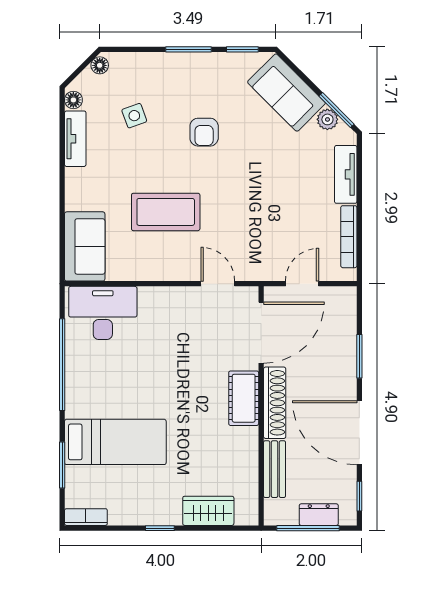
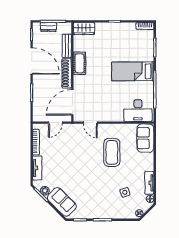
armchair: (204, 132) -> (96, 185), removed
coffee table: (166, 212) -> (112, 152), turned 90
cot: (244, 398) -> (80, 63), moved
bed: (115, 442) -> (133, 71), moved
wardrobe: (208, 511) -> (84, 29), moved

